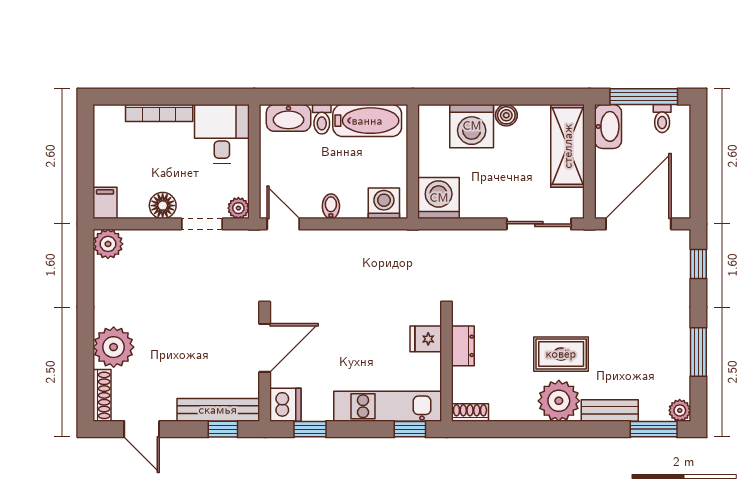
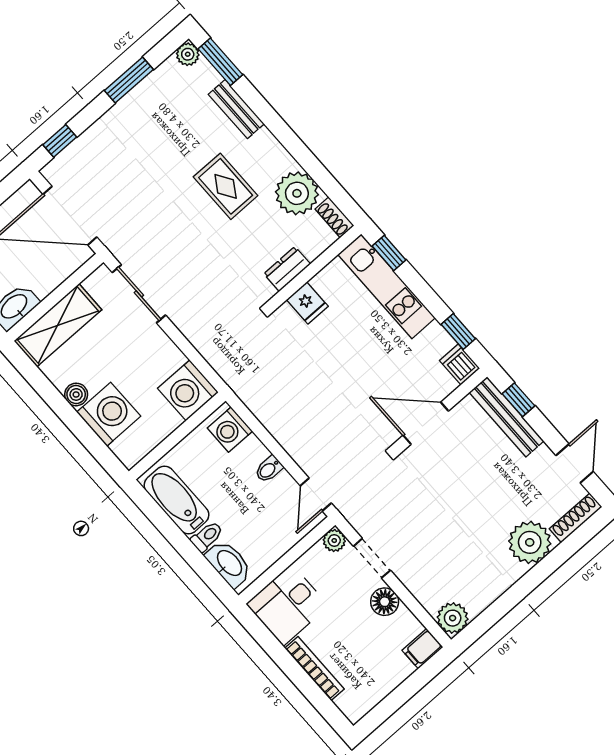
plant: (559, 401) -> (297, 193), moved
dishwasher: (285, 405) -> (460, 364), width x0.73

